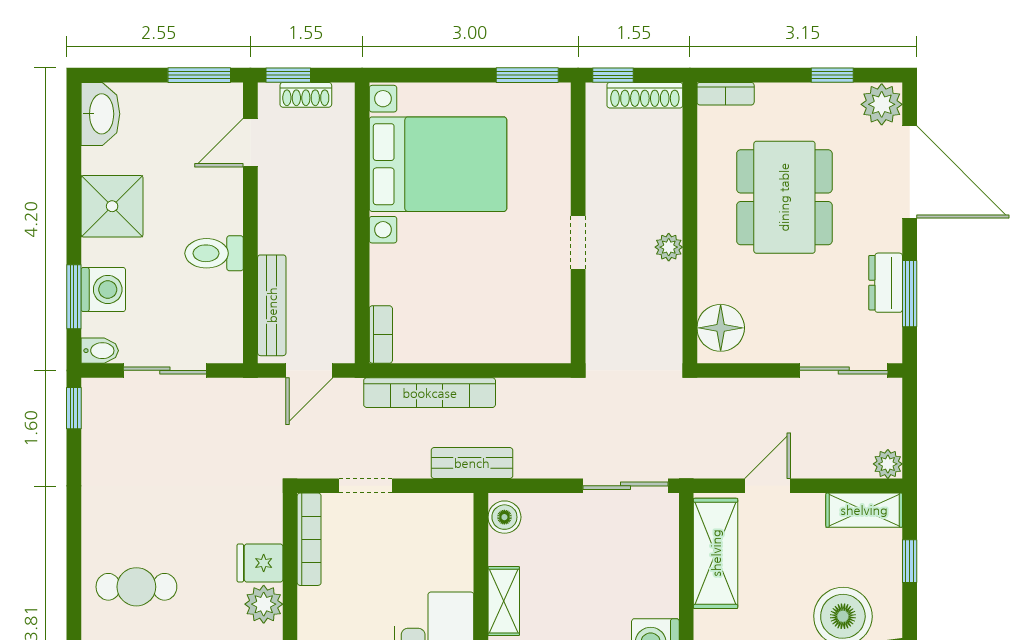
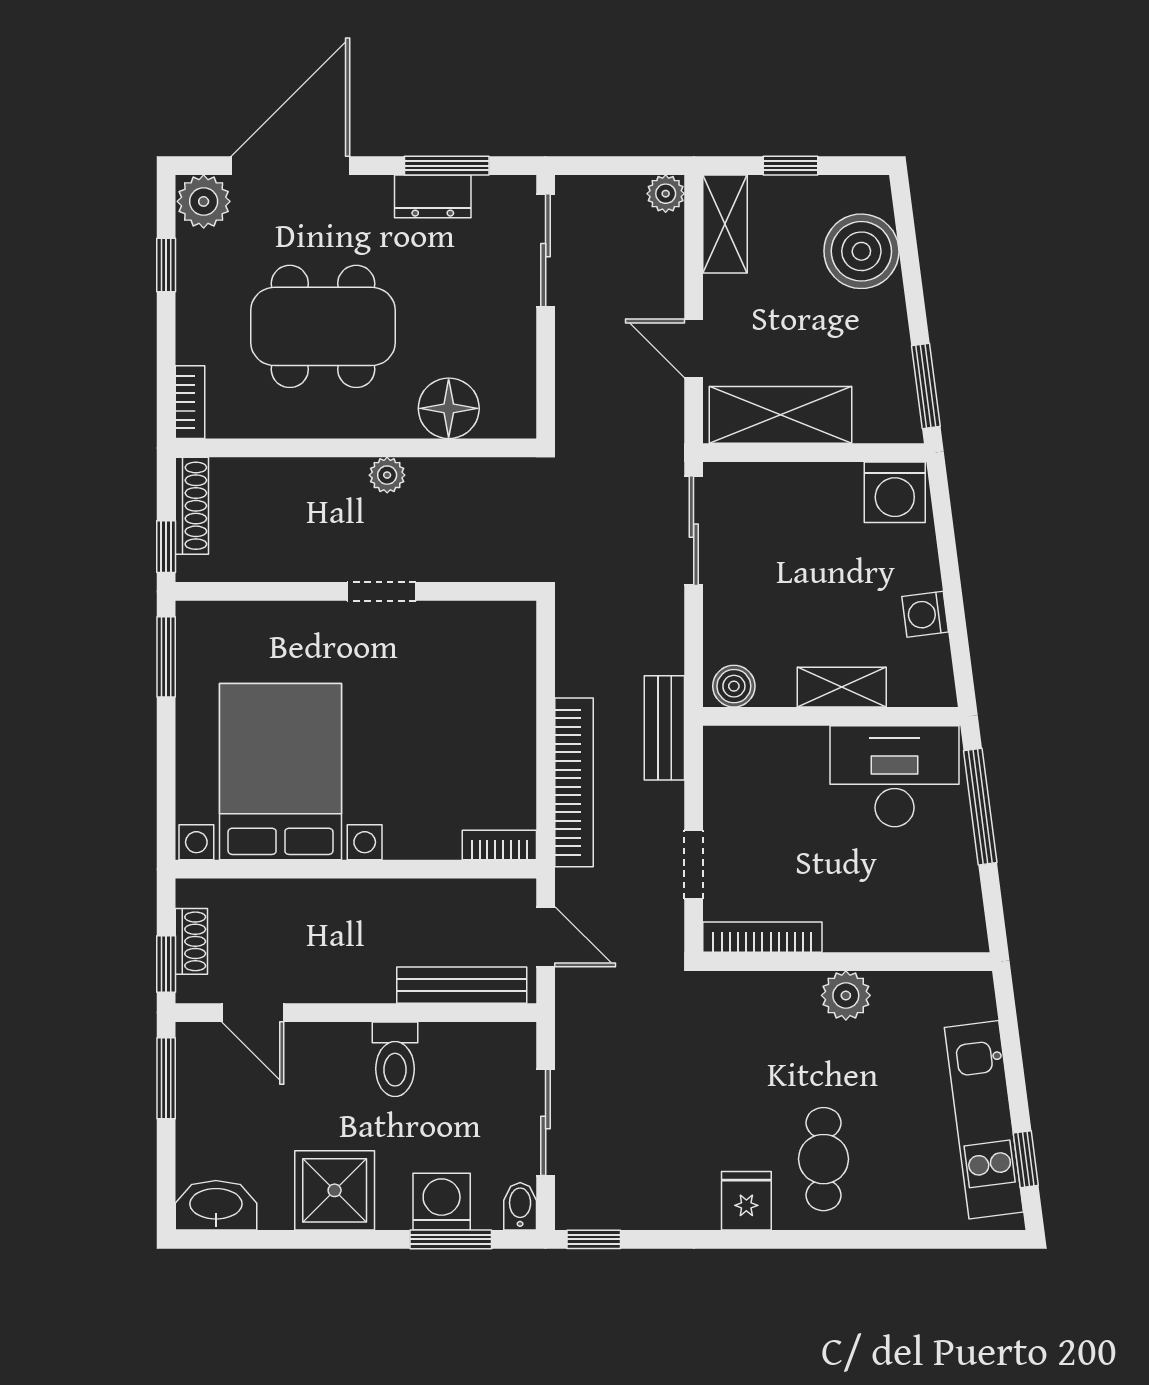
floor lamp: (721, 328) -> (449, 408), moved
fridge: (260, 563) -> (746, 1201), moved, turned 180

